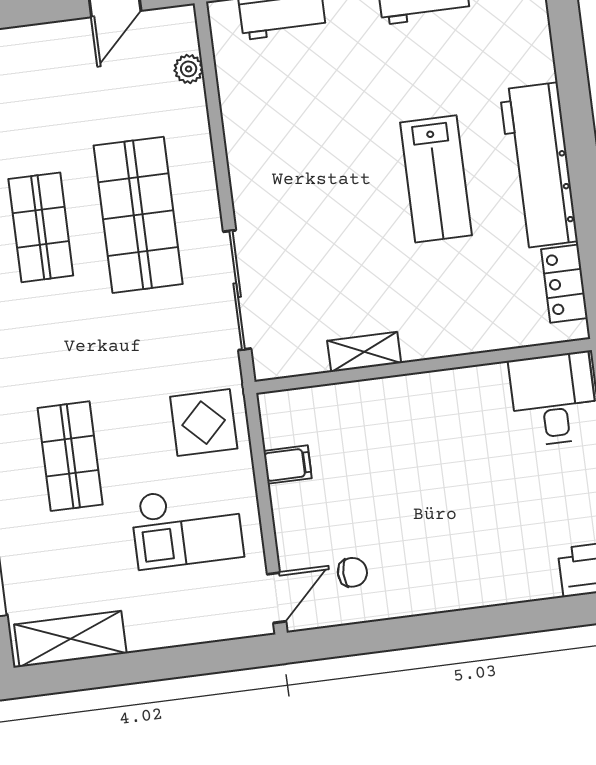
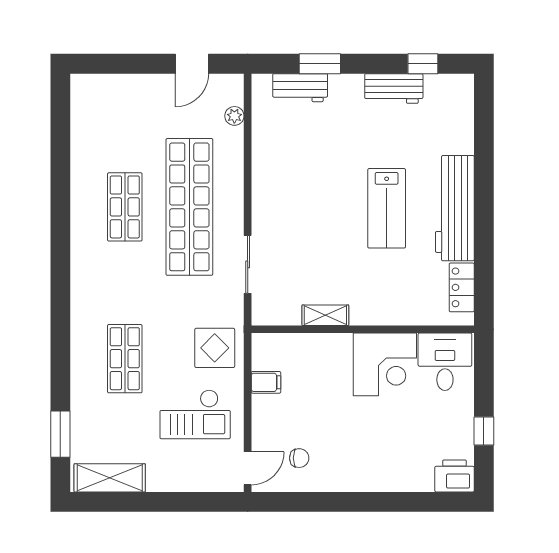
shop shelf: (138, 215) -> (189, 207), width x1.40
sliding door: (237, 290) -> (248, 264), width x0.73
corner desk: (463, 415) -> (385, 364), added

